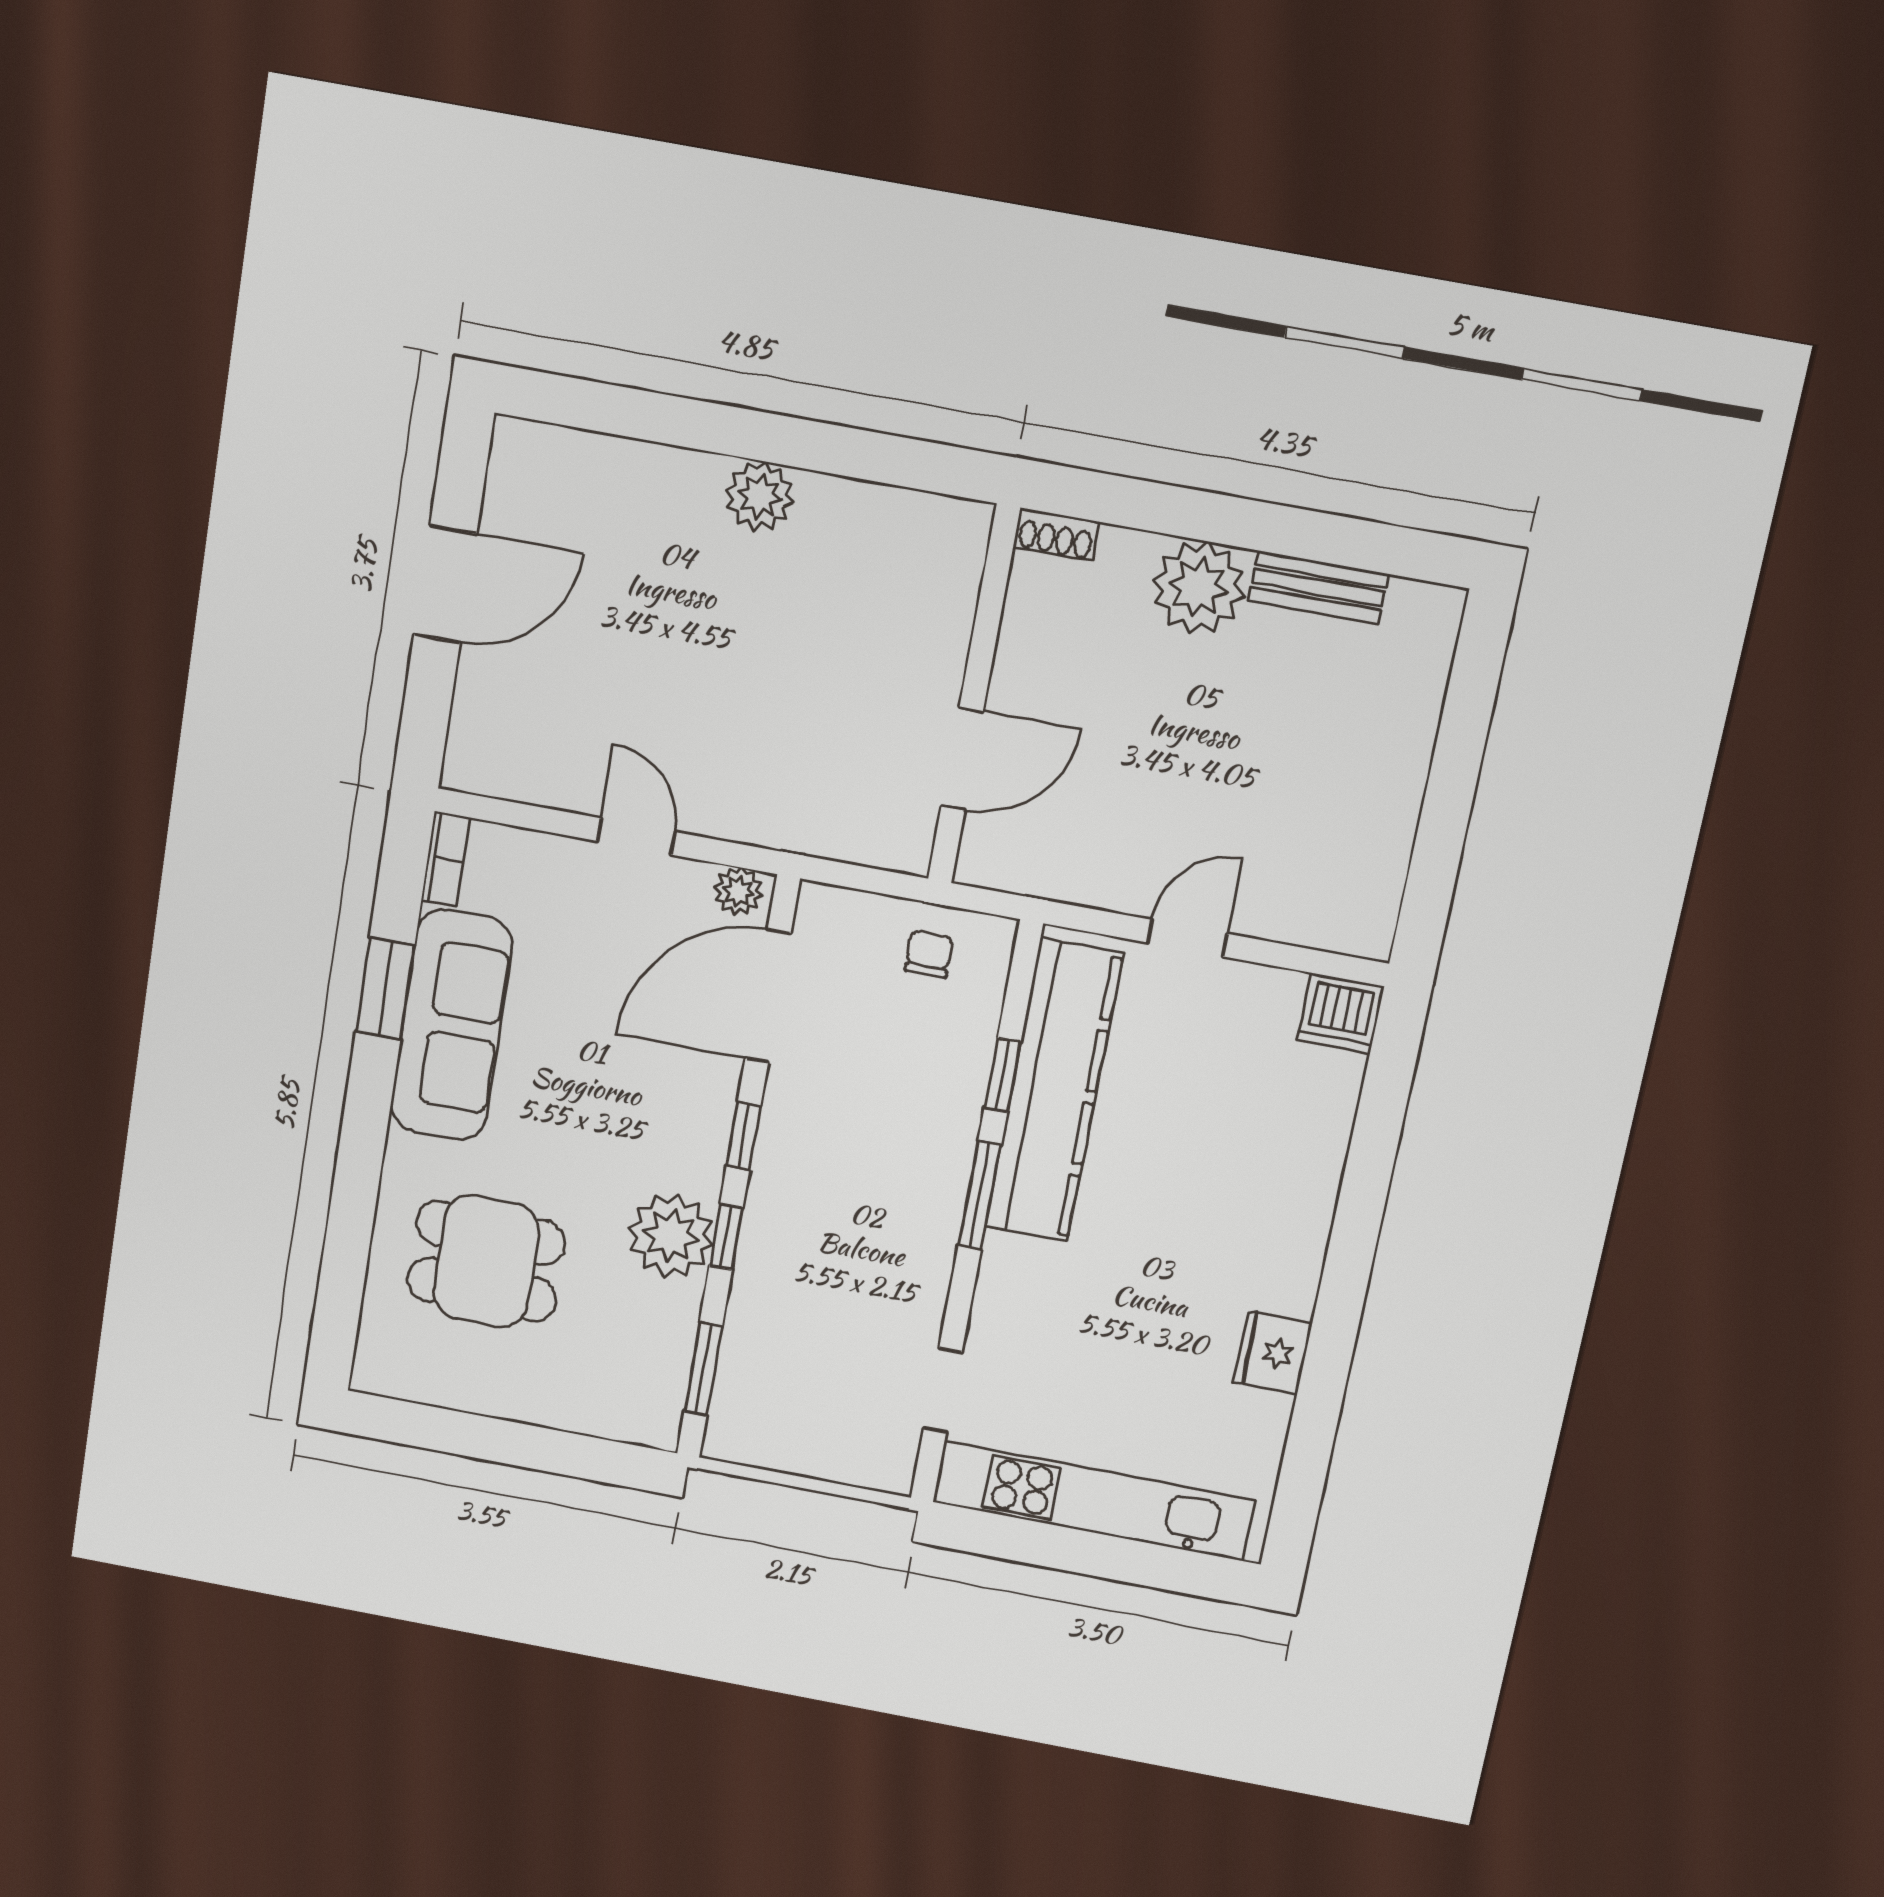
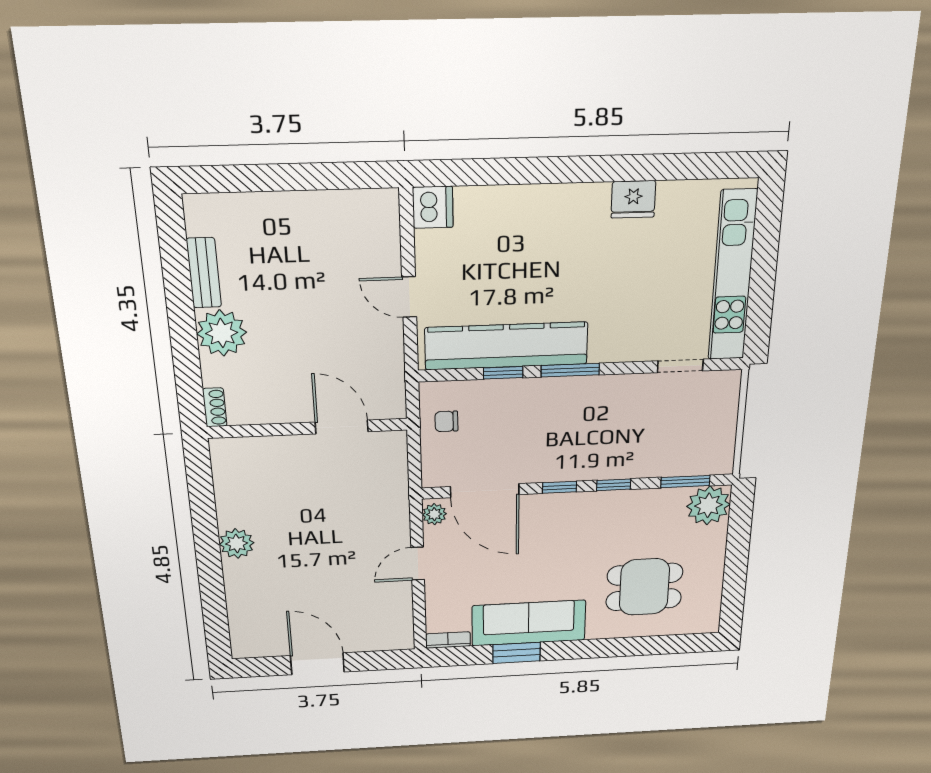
plant: (671, 1236) -> (708, 505), moved
dining table: (486, 1261) -> (644, 587), turned 90

